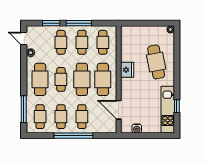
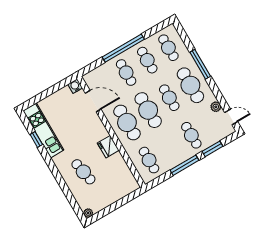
cafe table: (82, 42) -> (170, 148), removed
cafe table: (156, 62) -> (83, 172), width x0.73, depth x0.74
window: (24, 109) -> (200, 64), moved
water cooler: (137, 129) -> (75, 86), moved

